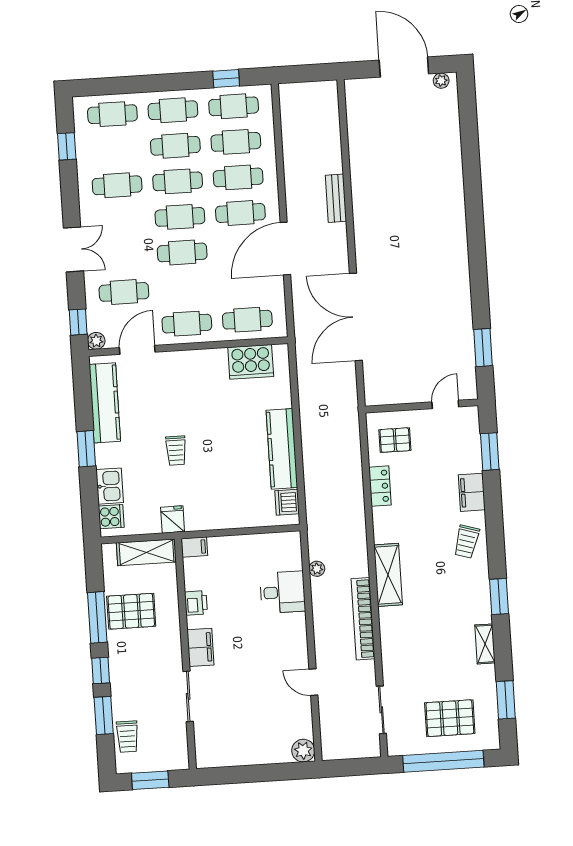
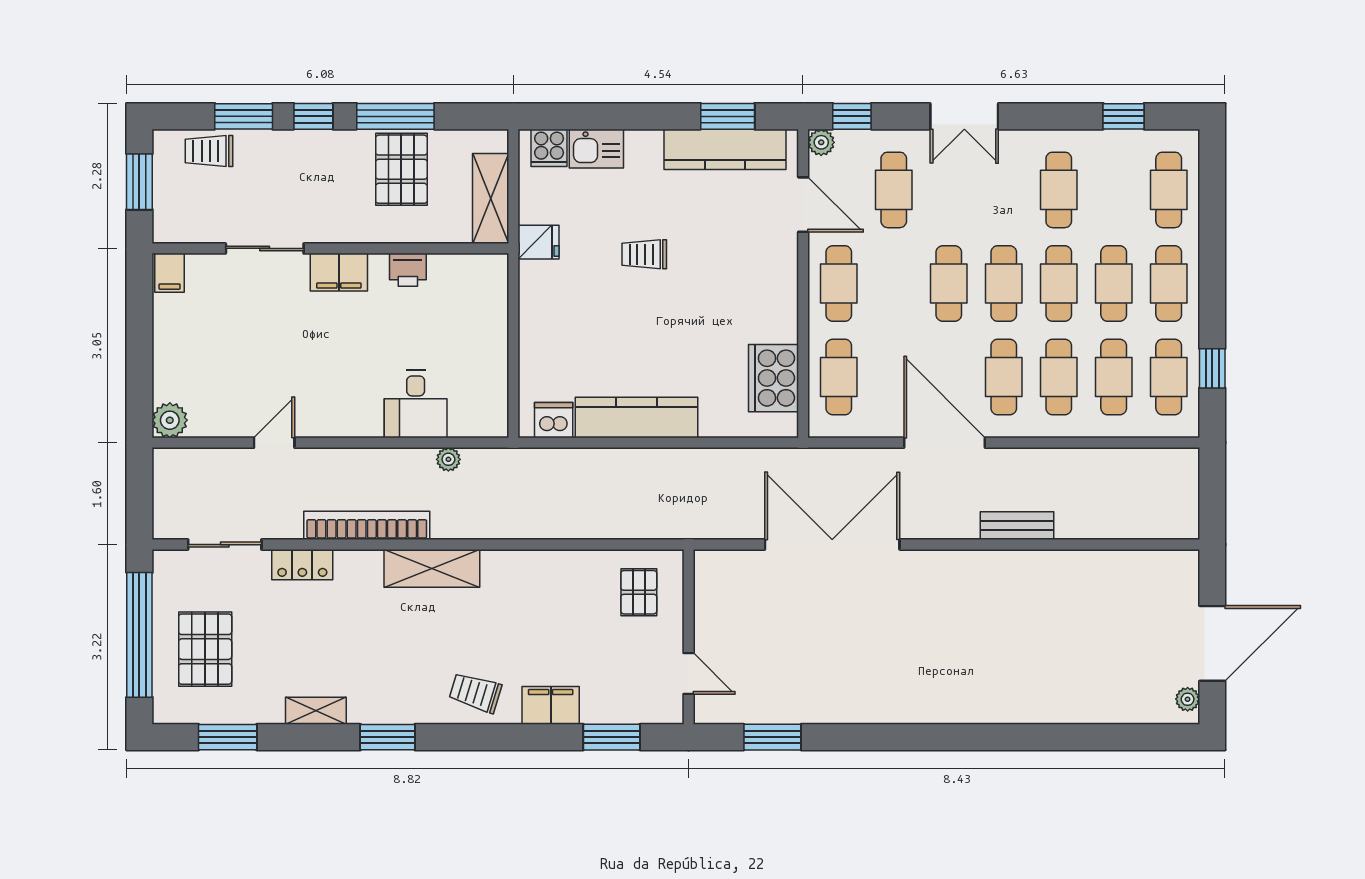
window: (86, 449) -> (728, 116), moved
locker: (380, 486) -> (302, 565), moved
filing cabinet: (194, 547) -> (170, 273), moved

